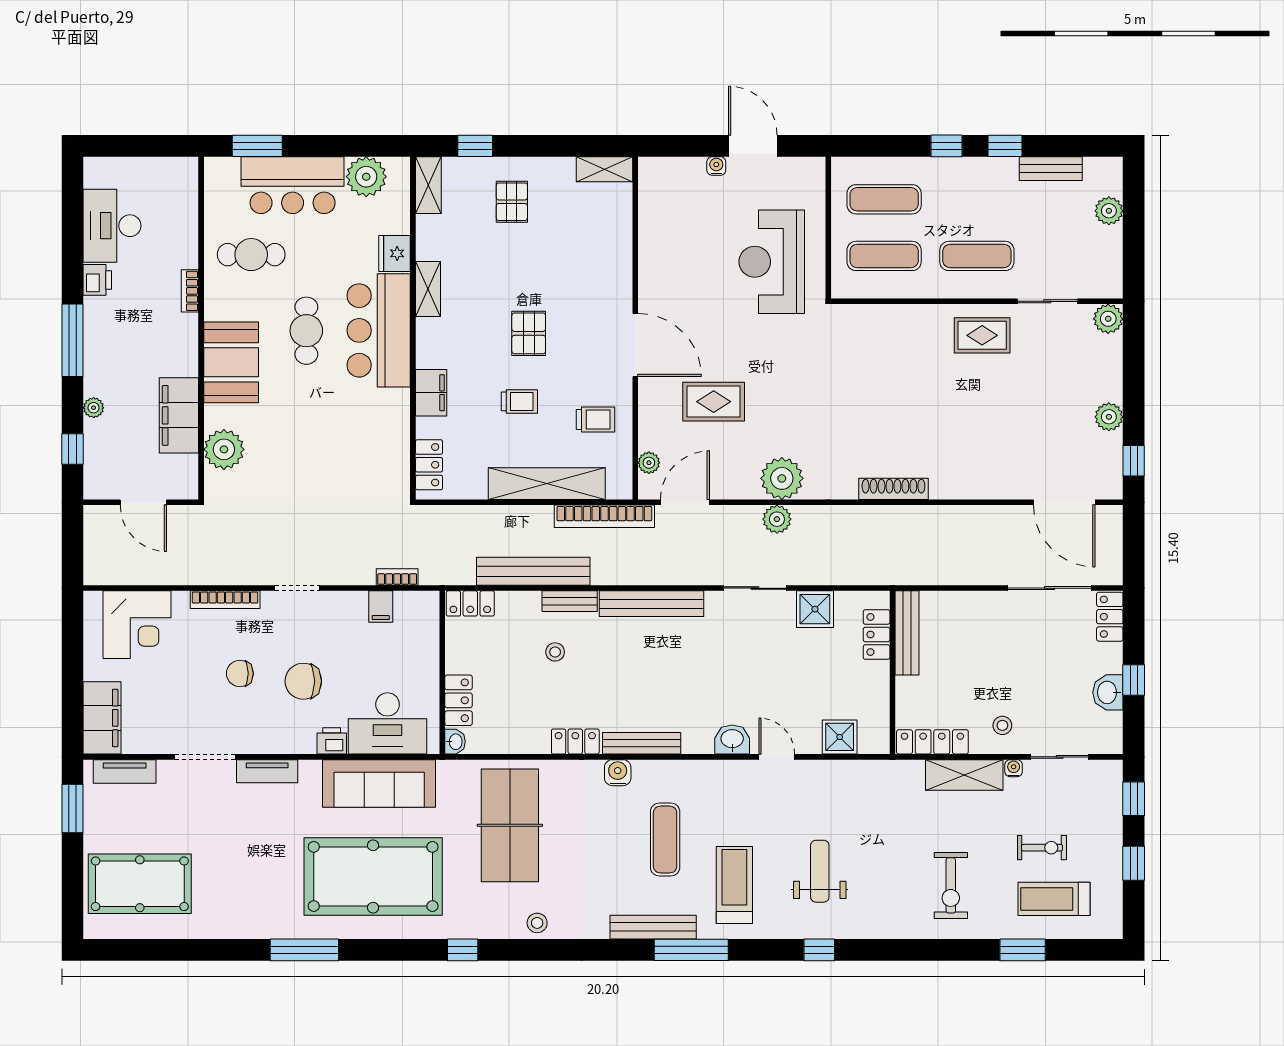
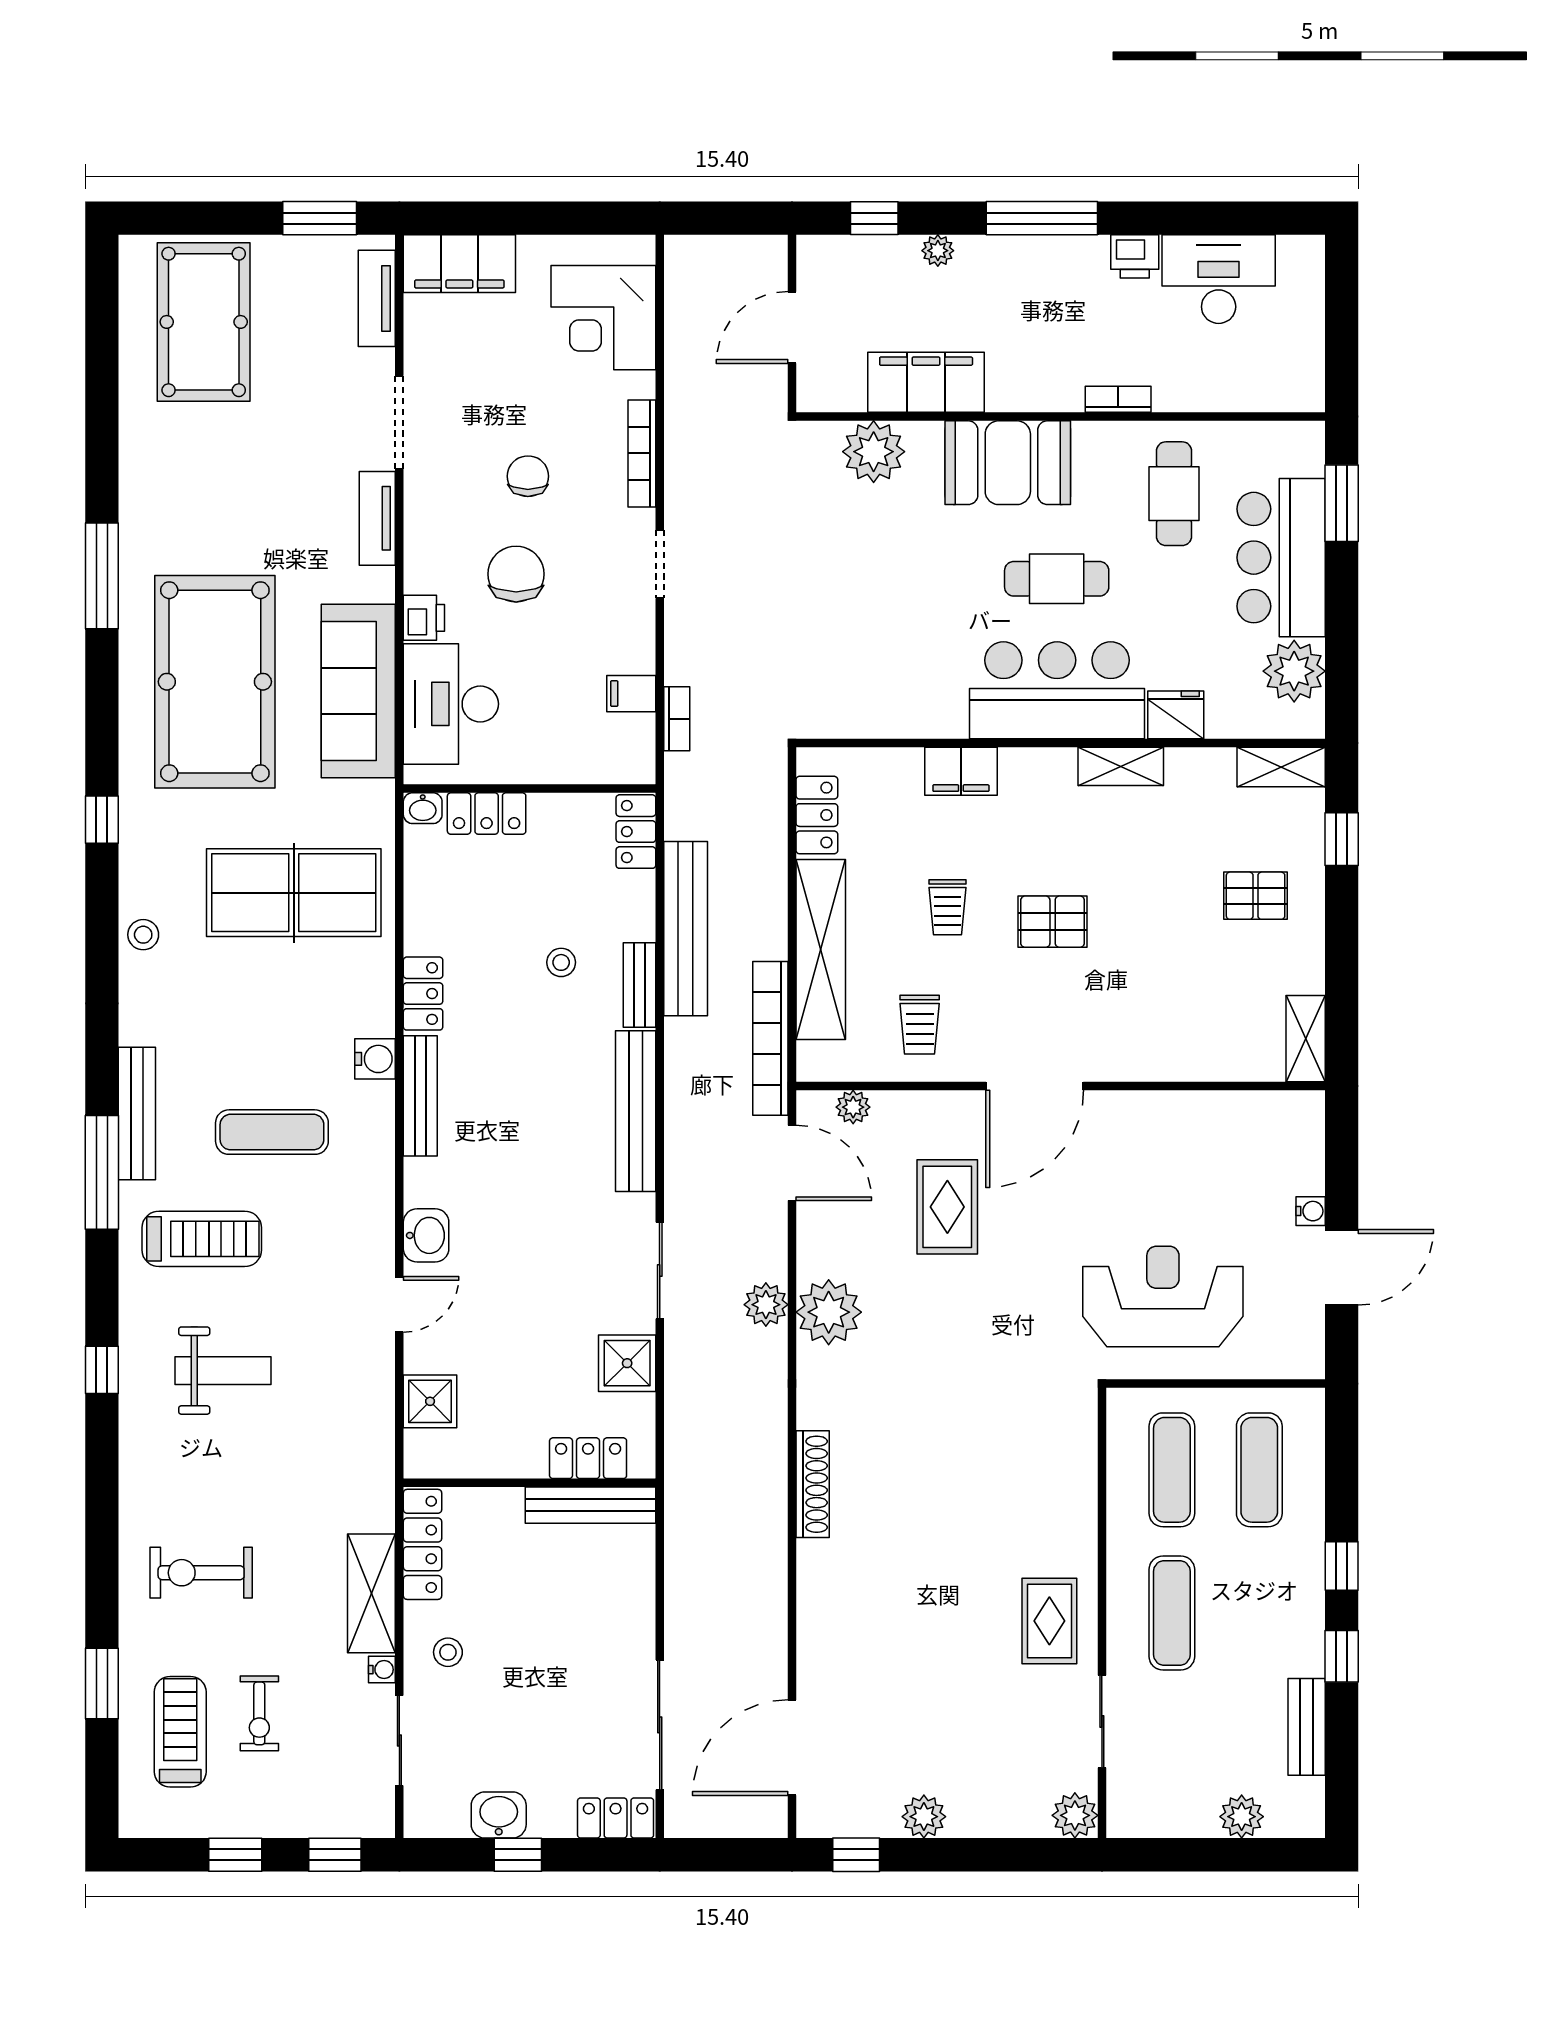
locker: (429, 465) -> (817, 815), moved, turned -90

